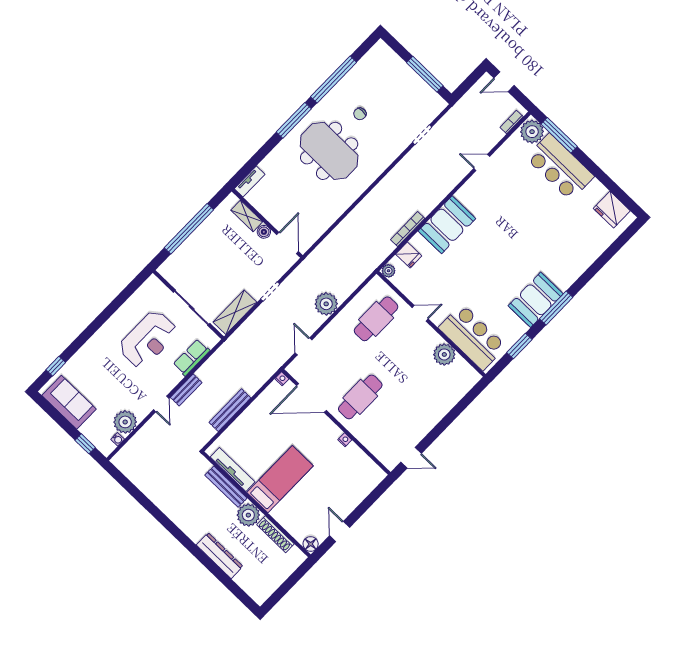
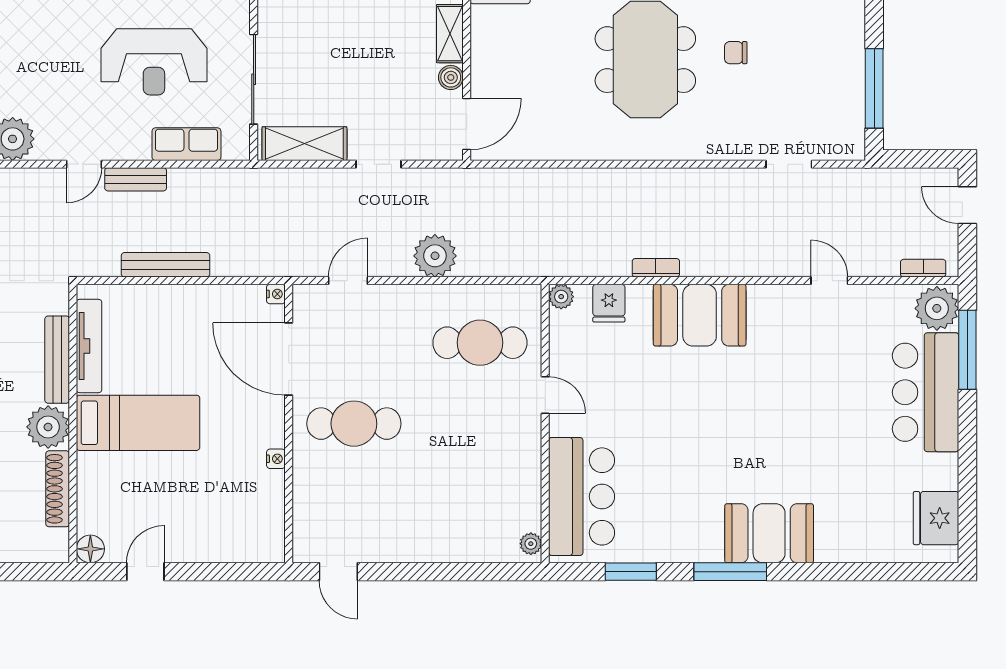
bookcase: (408, 229) -> (656, 268), width x0.64
booth: (536, 300) -> (769, 533), moved
plant: (444, 354) -> (531, 544), moved, width x0.53, depth x0.53

